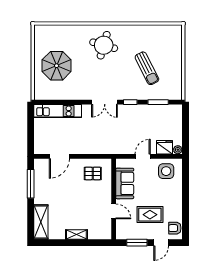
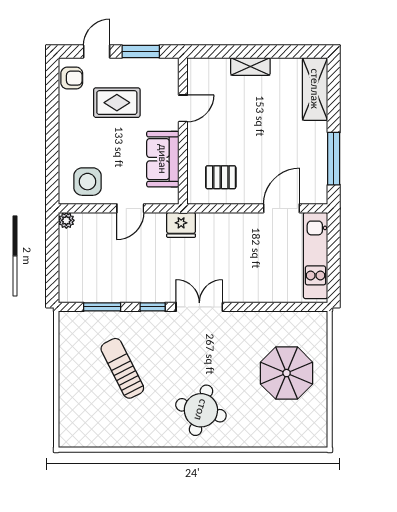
kitchen unit: (58, 111) -> (316, 256), moved, turned -90
fridge: (165, 147) -> (181, 225), moved
door: (114, 211) -> (183, 108), swing flipped

